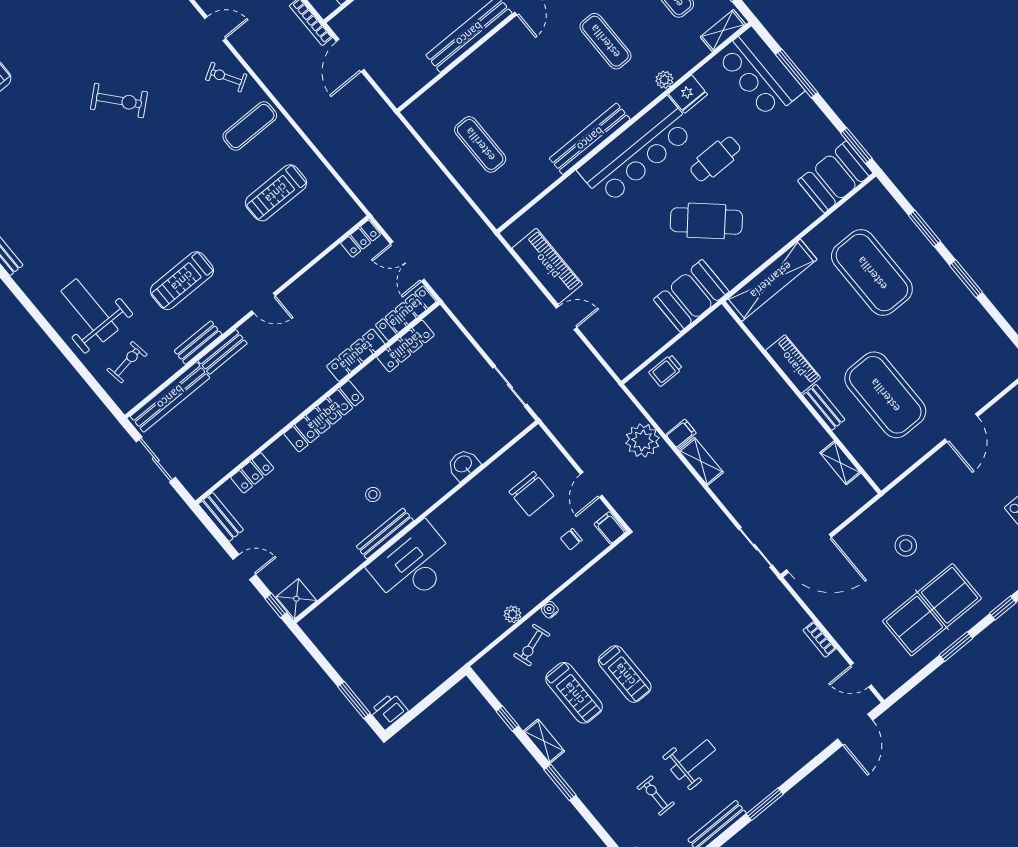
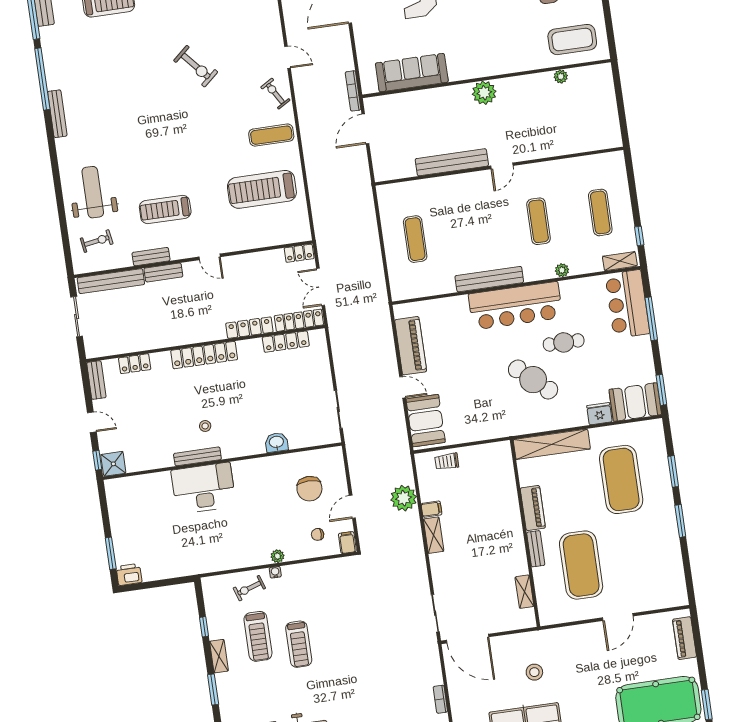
fridge: (688, 94) -> (599, 414), moved, turned 180
treadmill: (276, 193) -> (262, 189), width x1.37, depth x1.38
booth: (691, 296) -> (426, 421), moved, turned 90
plant: (513, 614) -> (277, 556), moved

